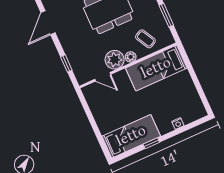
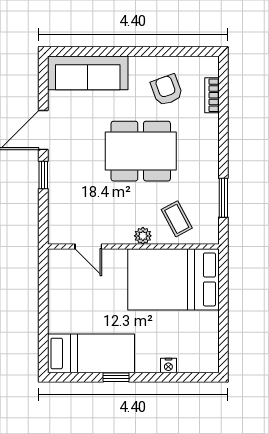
plant: (115, 60) -> (117, 229), removed
window: (66, 63) -> (43, 175), moved
bed: (156, 68) -> (173, 279), width x1.50

